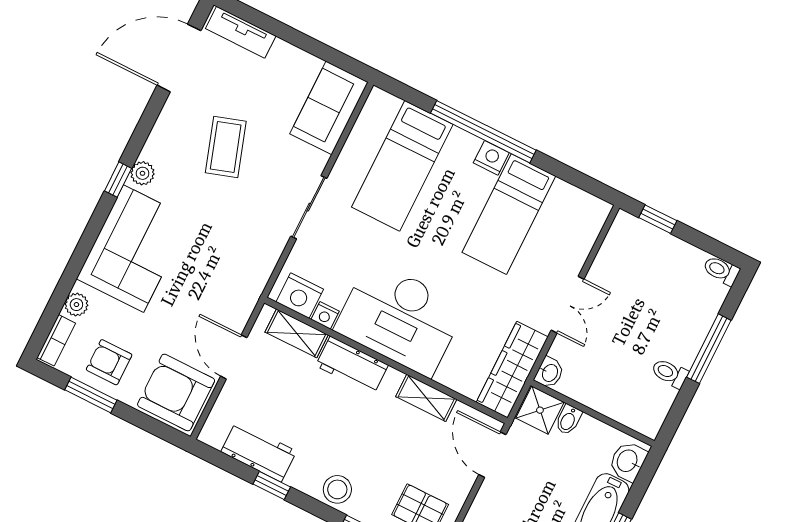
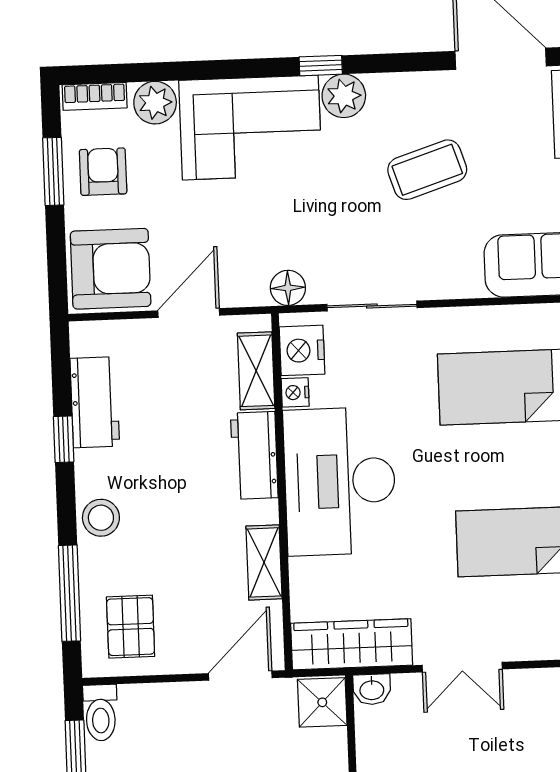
plant: (142, 173) -> (344, 96), width x1.38, depth x1.38
sliding door: (309, 207) -> (372, 306), moved
floor lamp: (253, 282) -> (288, 288), added
plant: (76, 305) -> (155, 103), width x1.38, depth x1.38
armchair: (176, 392) -> (111, 269), turned 90
bidet: (568, 420) -> (329, 741), removed

